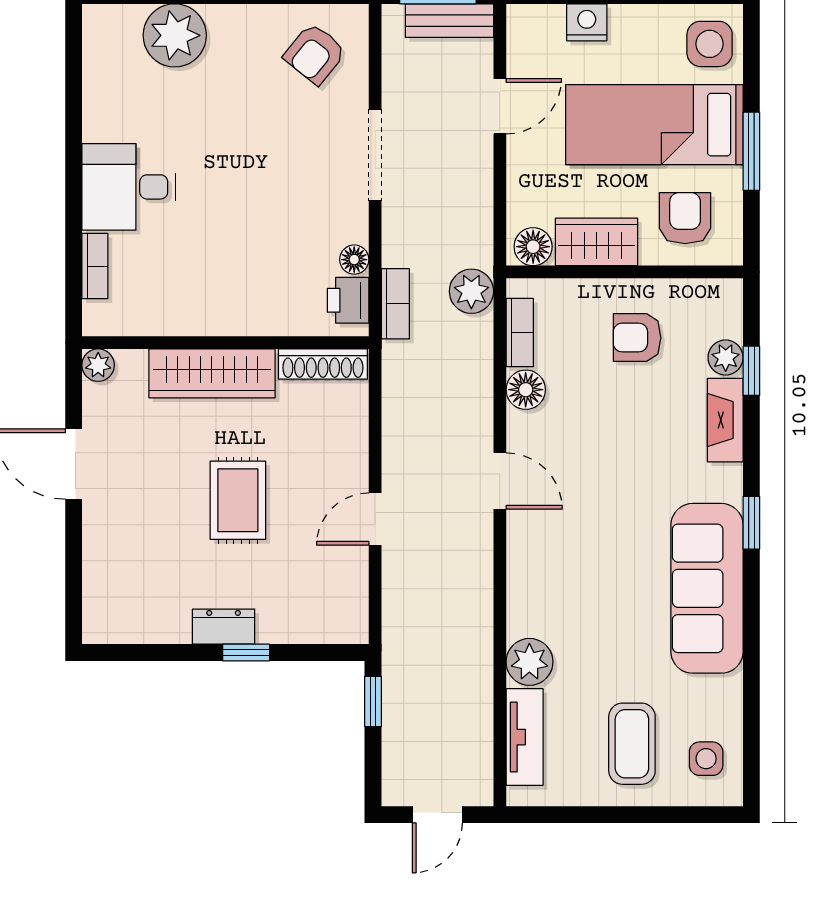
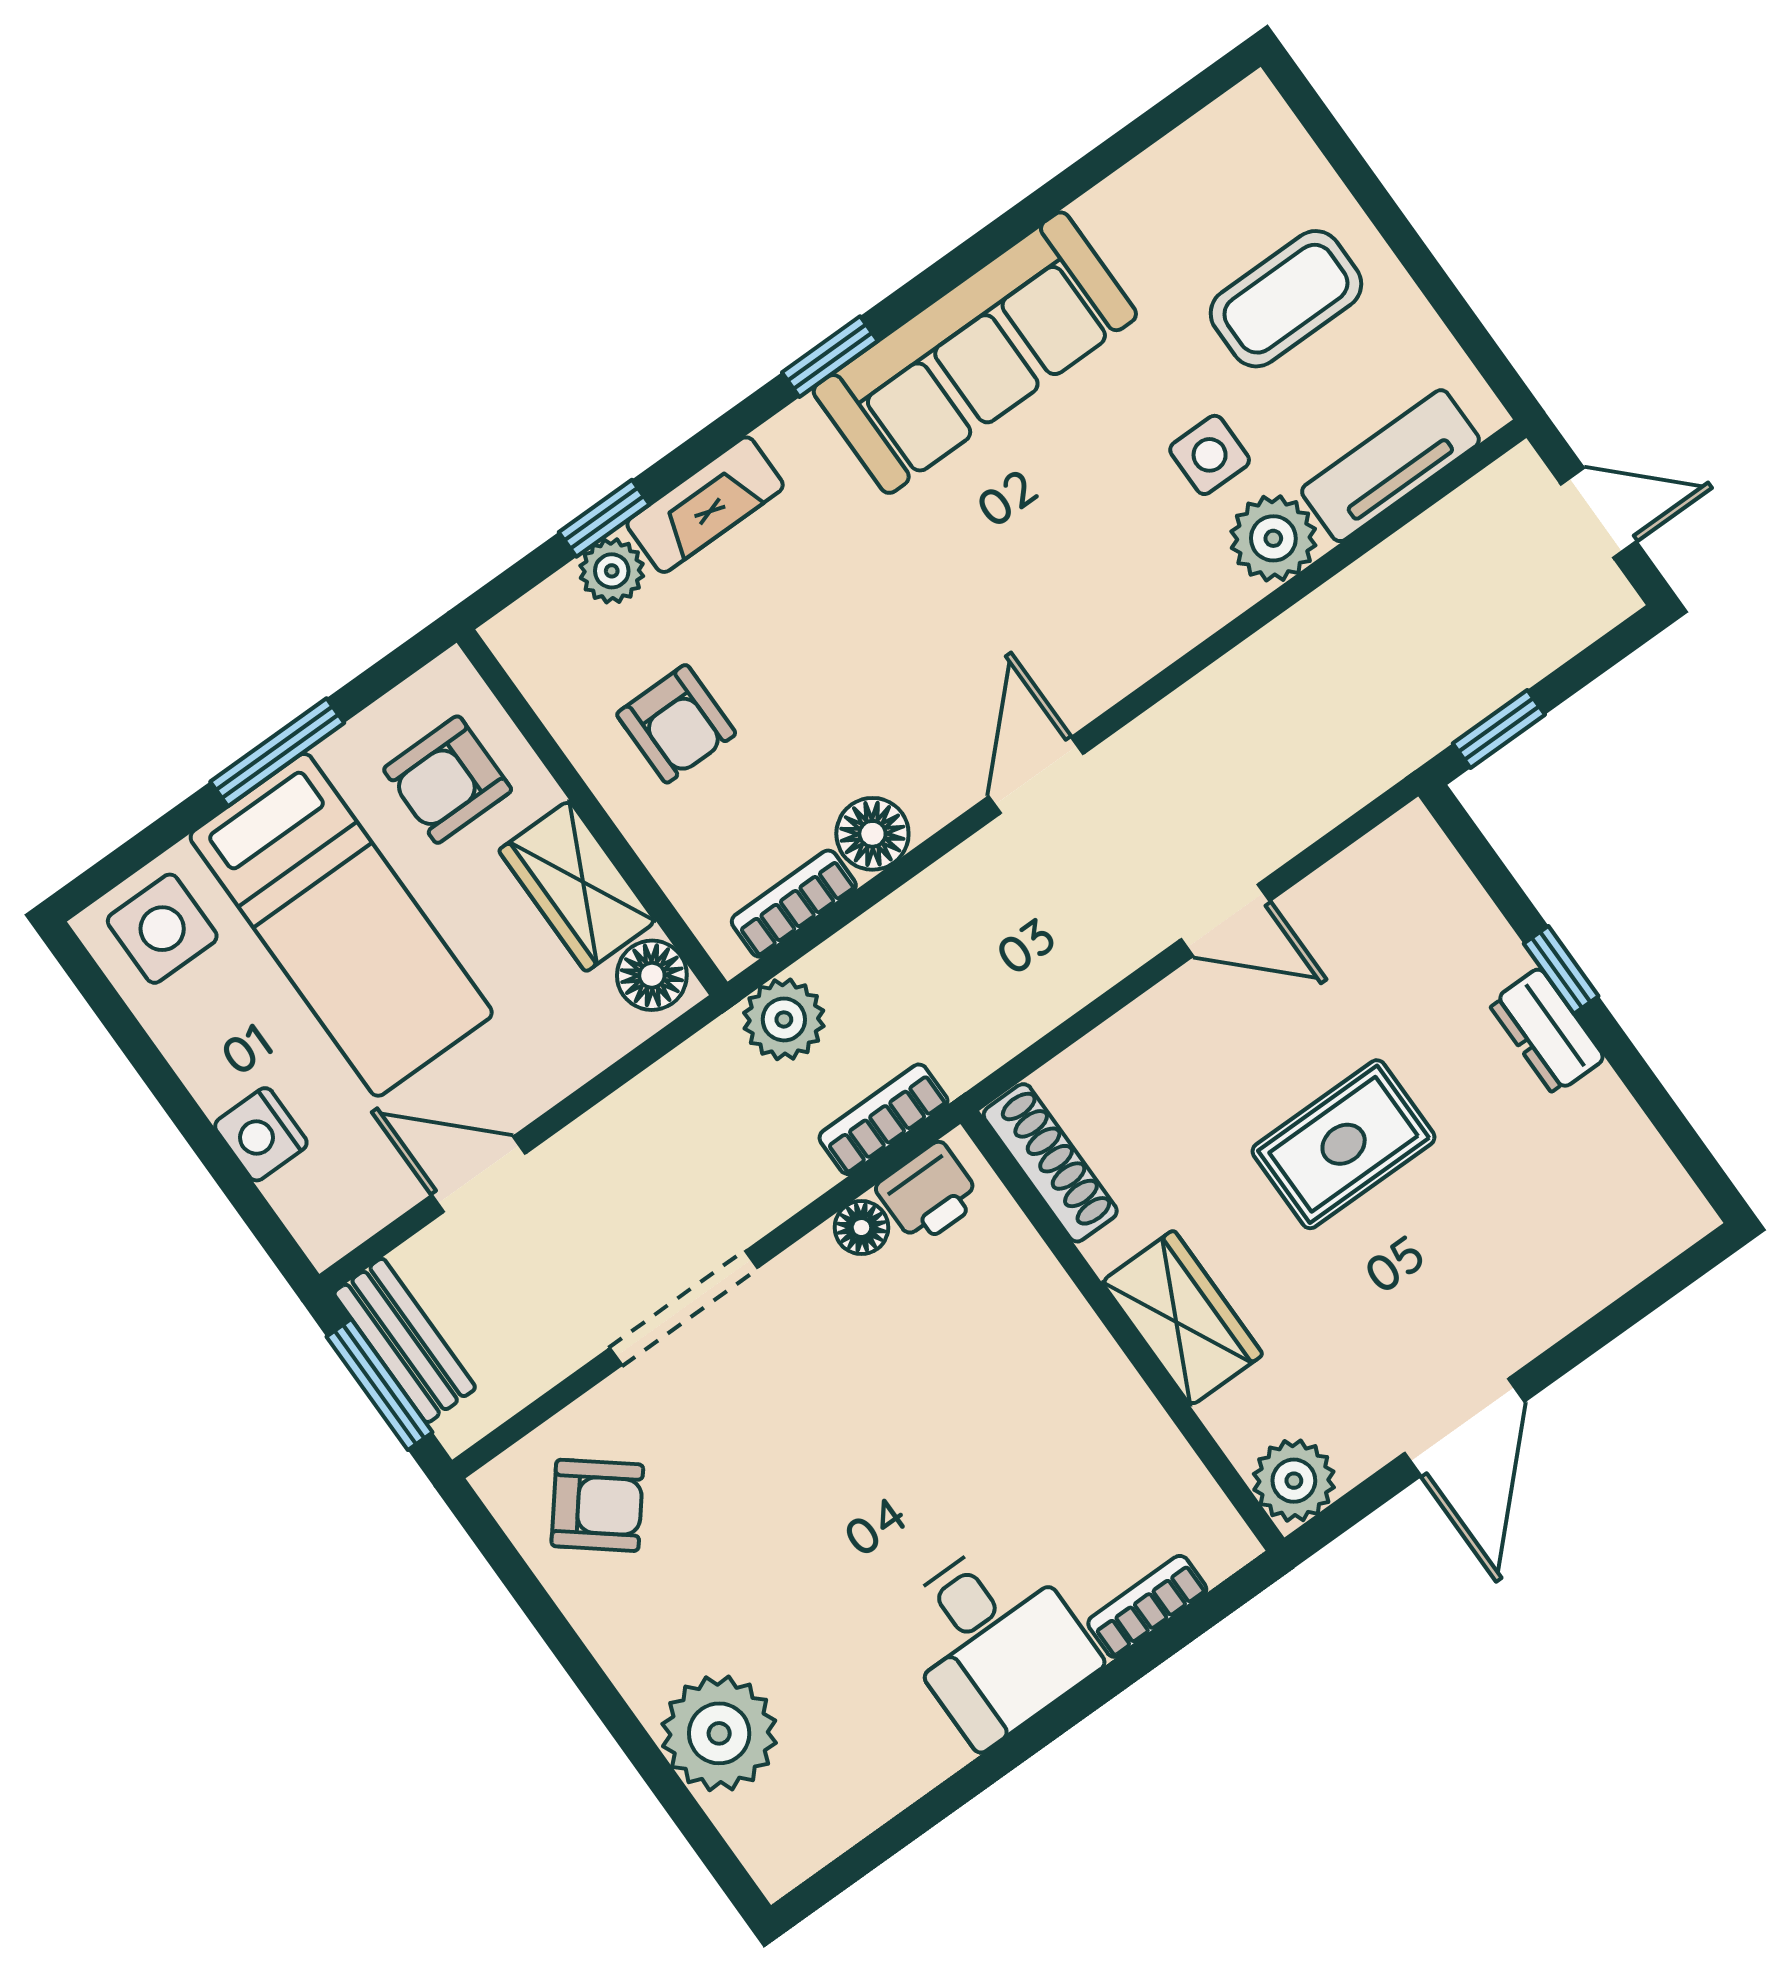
plant: (98, 365) -> (1294, 1481), width x1.38, depth x1.38
wardrobe: (212, 373) -> (1182, 1318), width x0.67
side table: (706, 759) -> (1210, 455), moved

